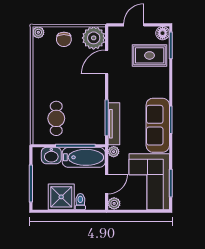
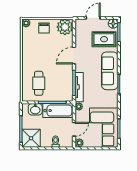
door: (107, 62) -> (74, 55), moved
sofa: (158, 125) -> (110, 71), moved
shower: (61, 197) -> (31, 138), moved

